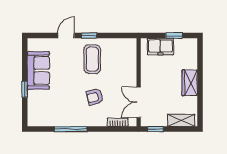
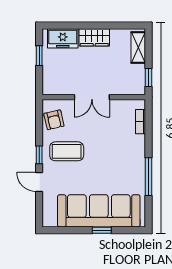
freezer: (160, 47) -> (63, 38), moved, turned 90
sofa: (38, 71) -> (99, 211), width x1.85, depth x1.27
armchair: (95, 97) -> (54, 120), moved
double door: (139, 102) -> (92, 97), moved

